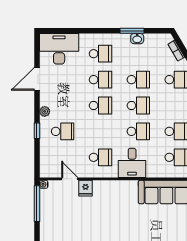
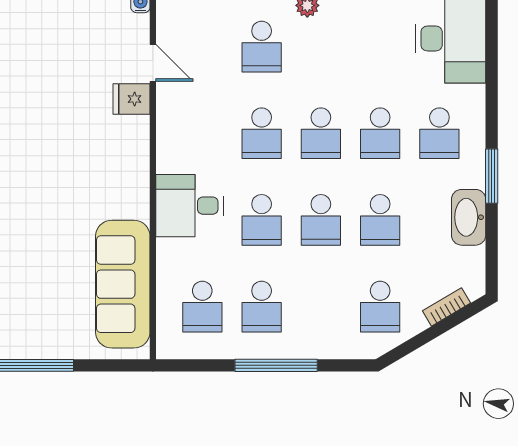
window: (132, 31) -> (492, 176), moved
washbasin: (137, 39) -> (469, 217), width x1.91, depth x1.45
school desk: (100, 157) -> (262, 133), moved
door: (70, 179) -> (153, 63), hinge flipped

